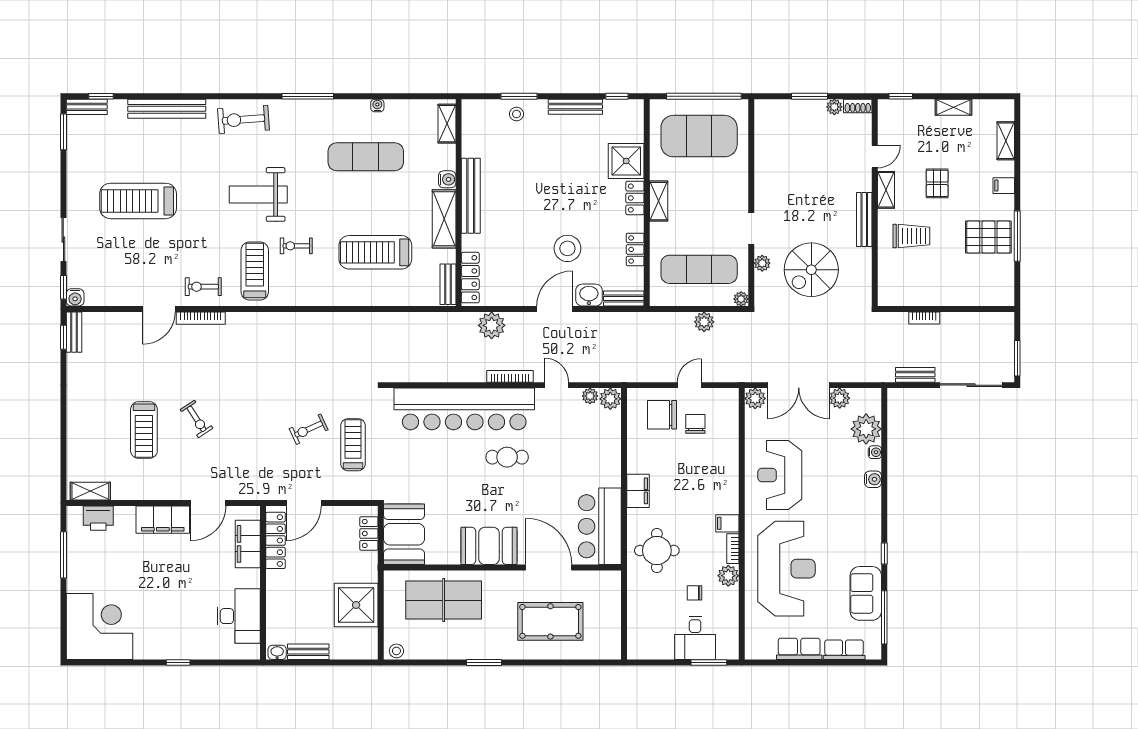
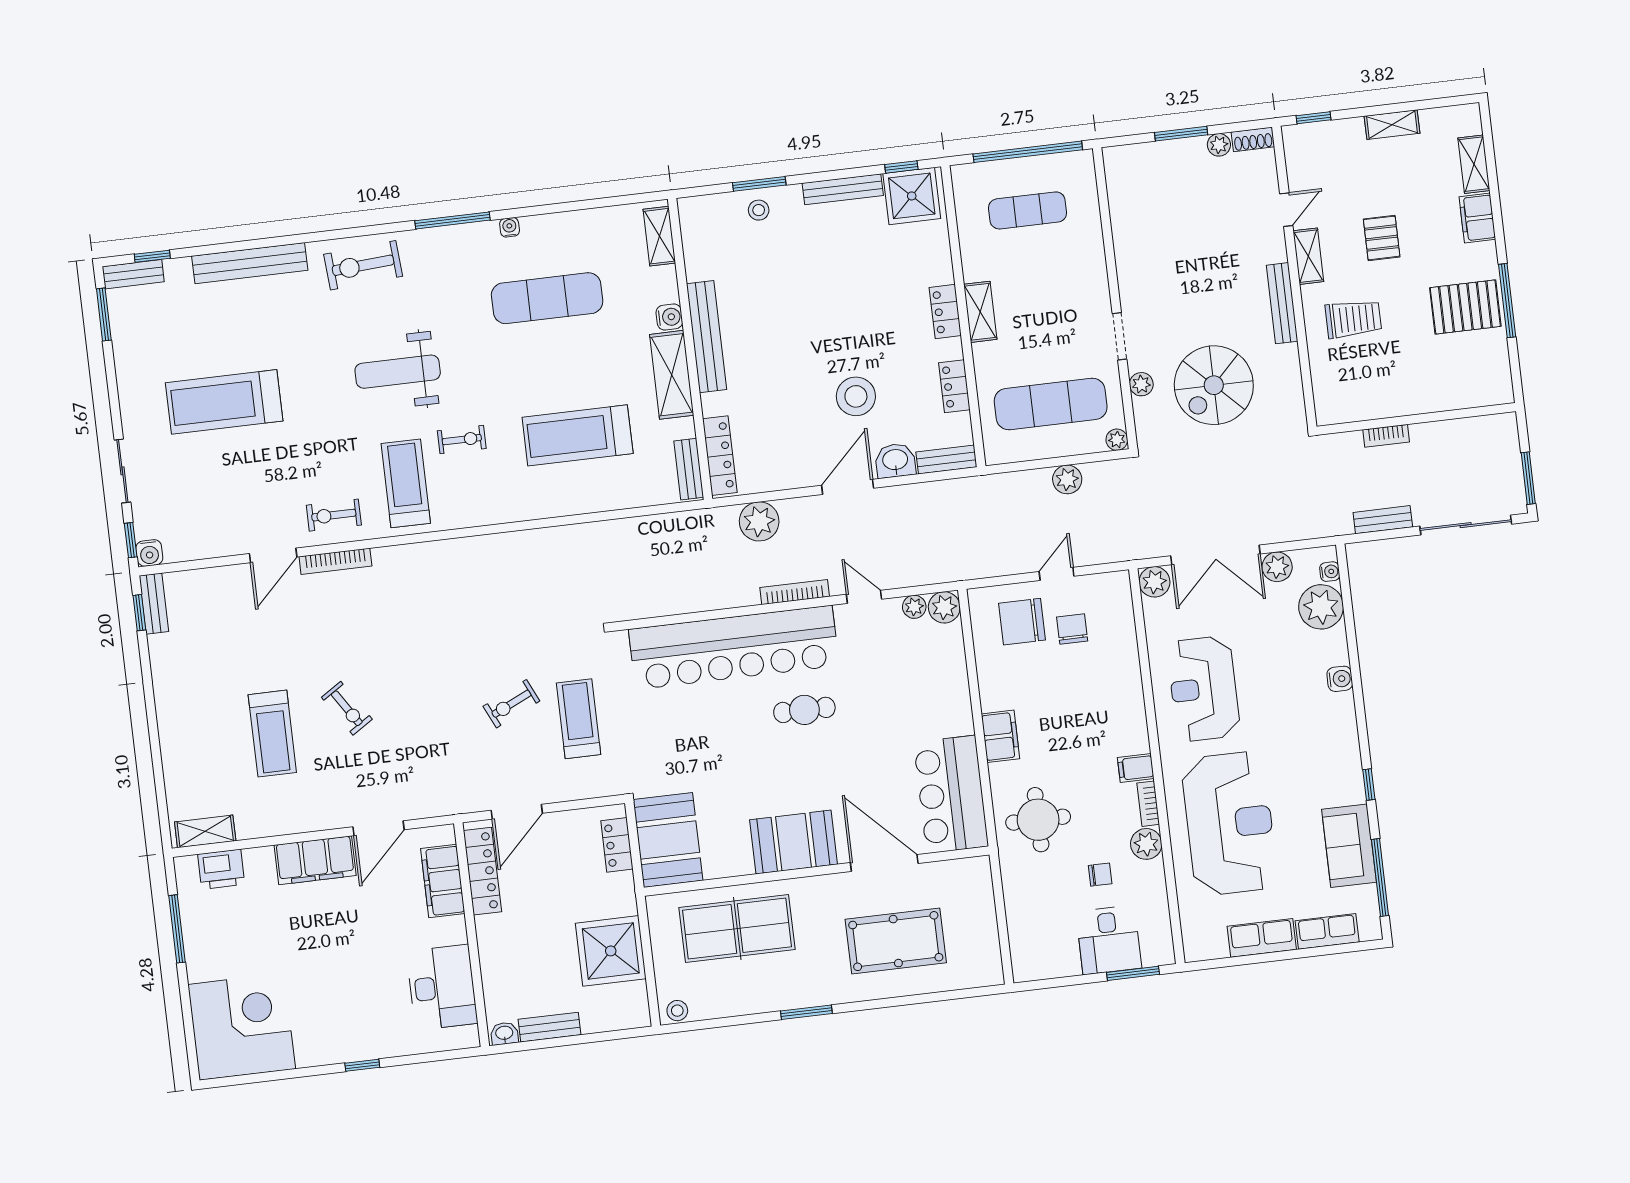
water cooler: (377, 106) -> (510, 227), moved
exercise mat: (699, 136) -> (1028, 210), width x0.50, depth x0.69
shower: (626, 161) -> (912, 196), moved
filing cabinet: (1004, 186) -> (1477, 218), width x2.00
exercise bike: (296, 246) -> (462, 440), turned 180
water cooler: (875, 452) -> (1330, 572), moved
chair: (695, 593) -> (1100, 875), turned 180

